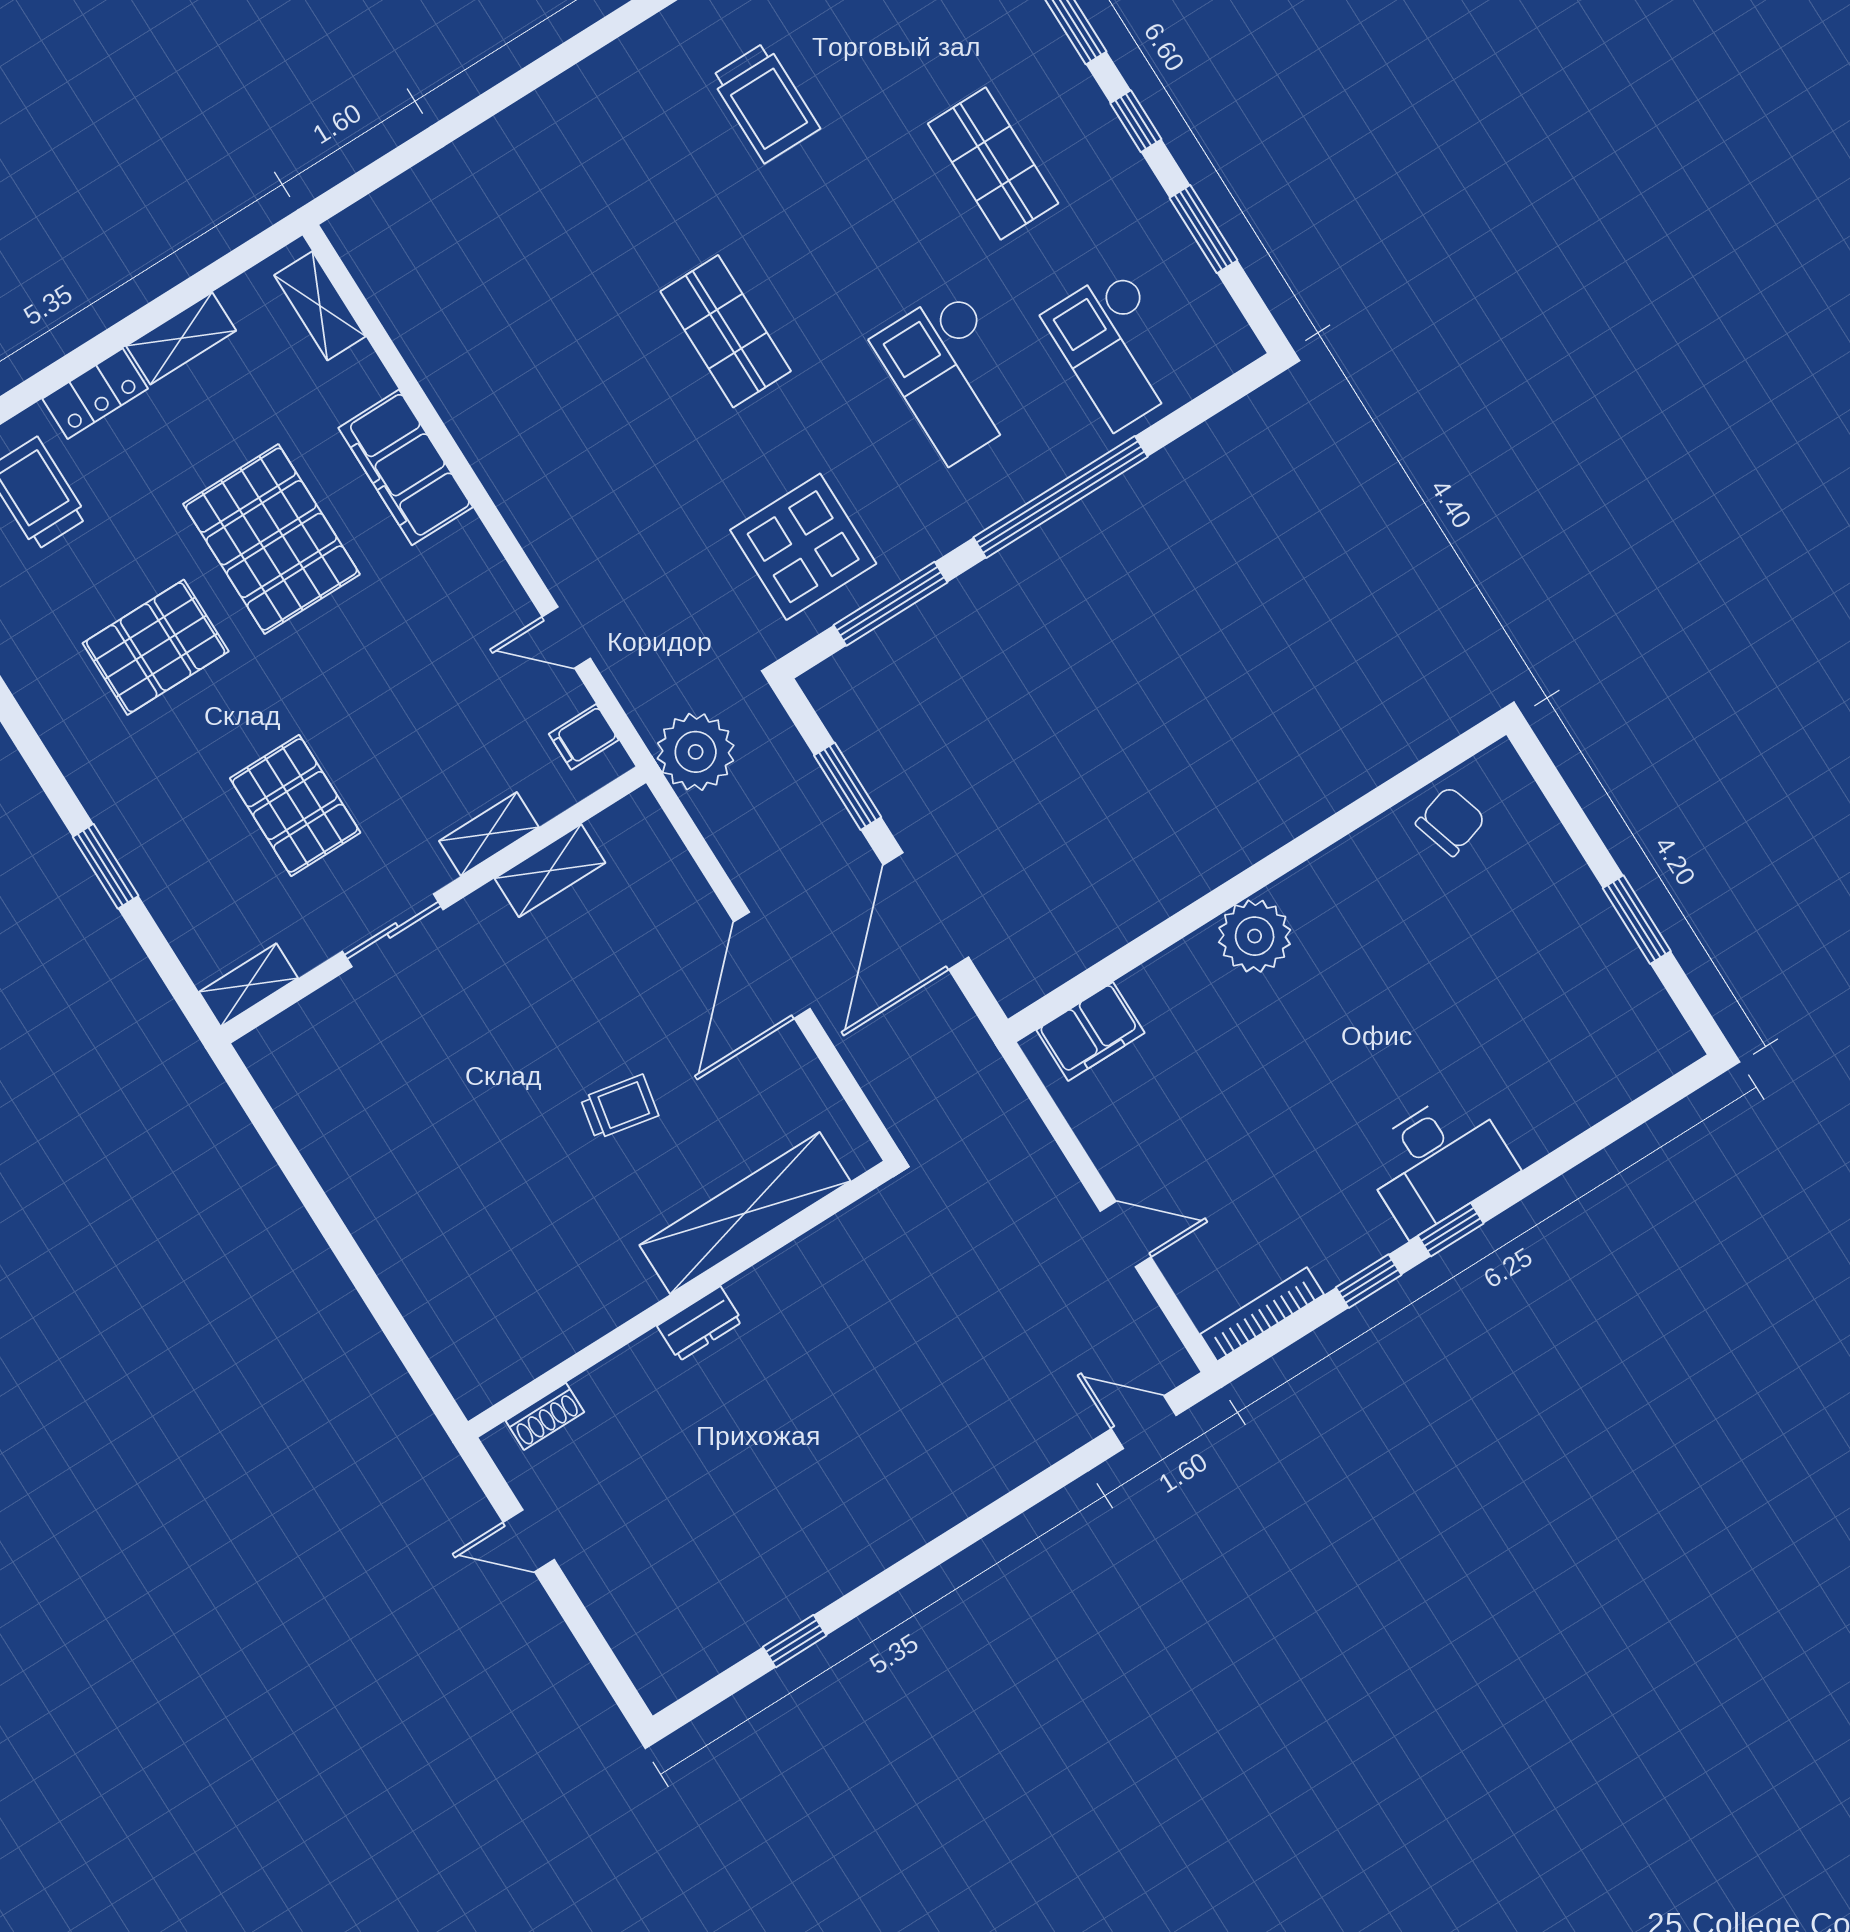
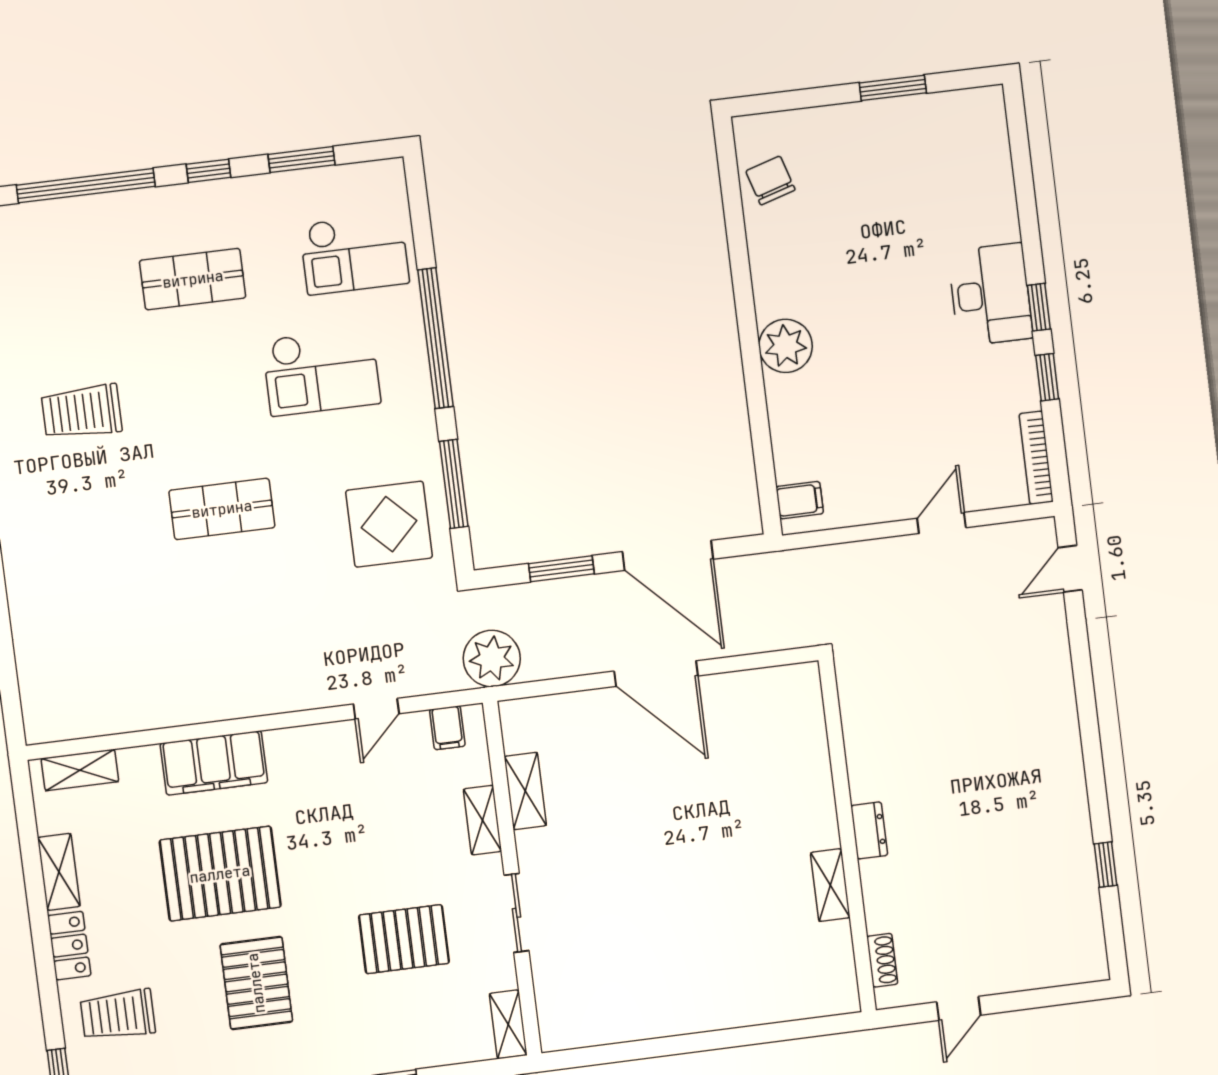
trolley: (765, 103) -> (82, 412), turned 180
filing cabinet: (1090, 1031) -> (800, 500), width x0.50
trolley: (619, 1107) -> (702, 817), removed
shelving: (745, 1213) -> (830, 885), moved, width x0.45, depth x0.75

